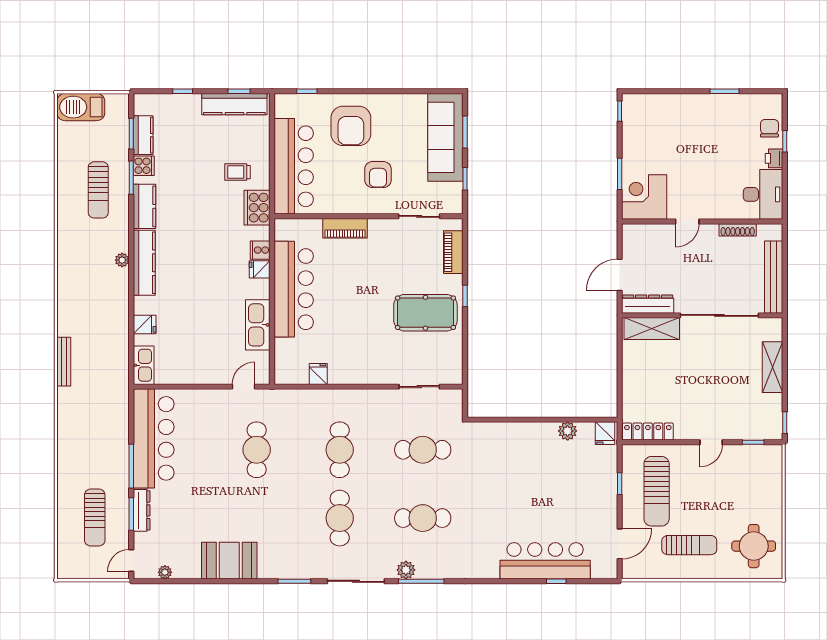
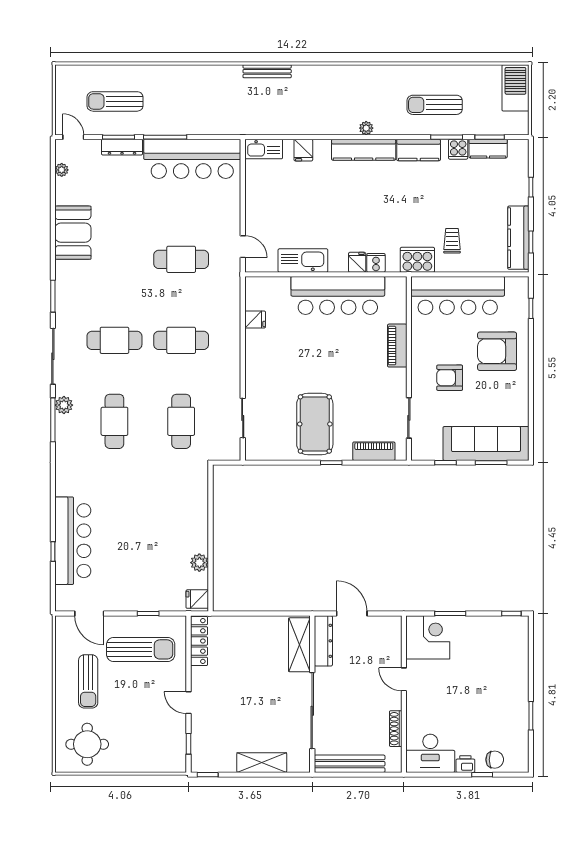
sun lounger: (657, 491) -> (141, 649), turned 180

